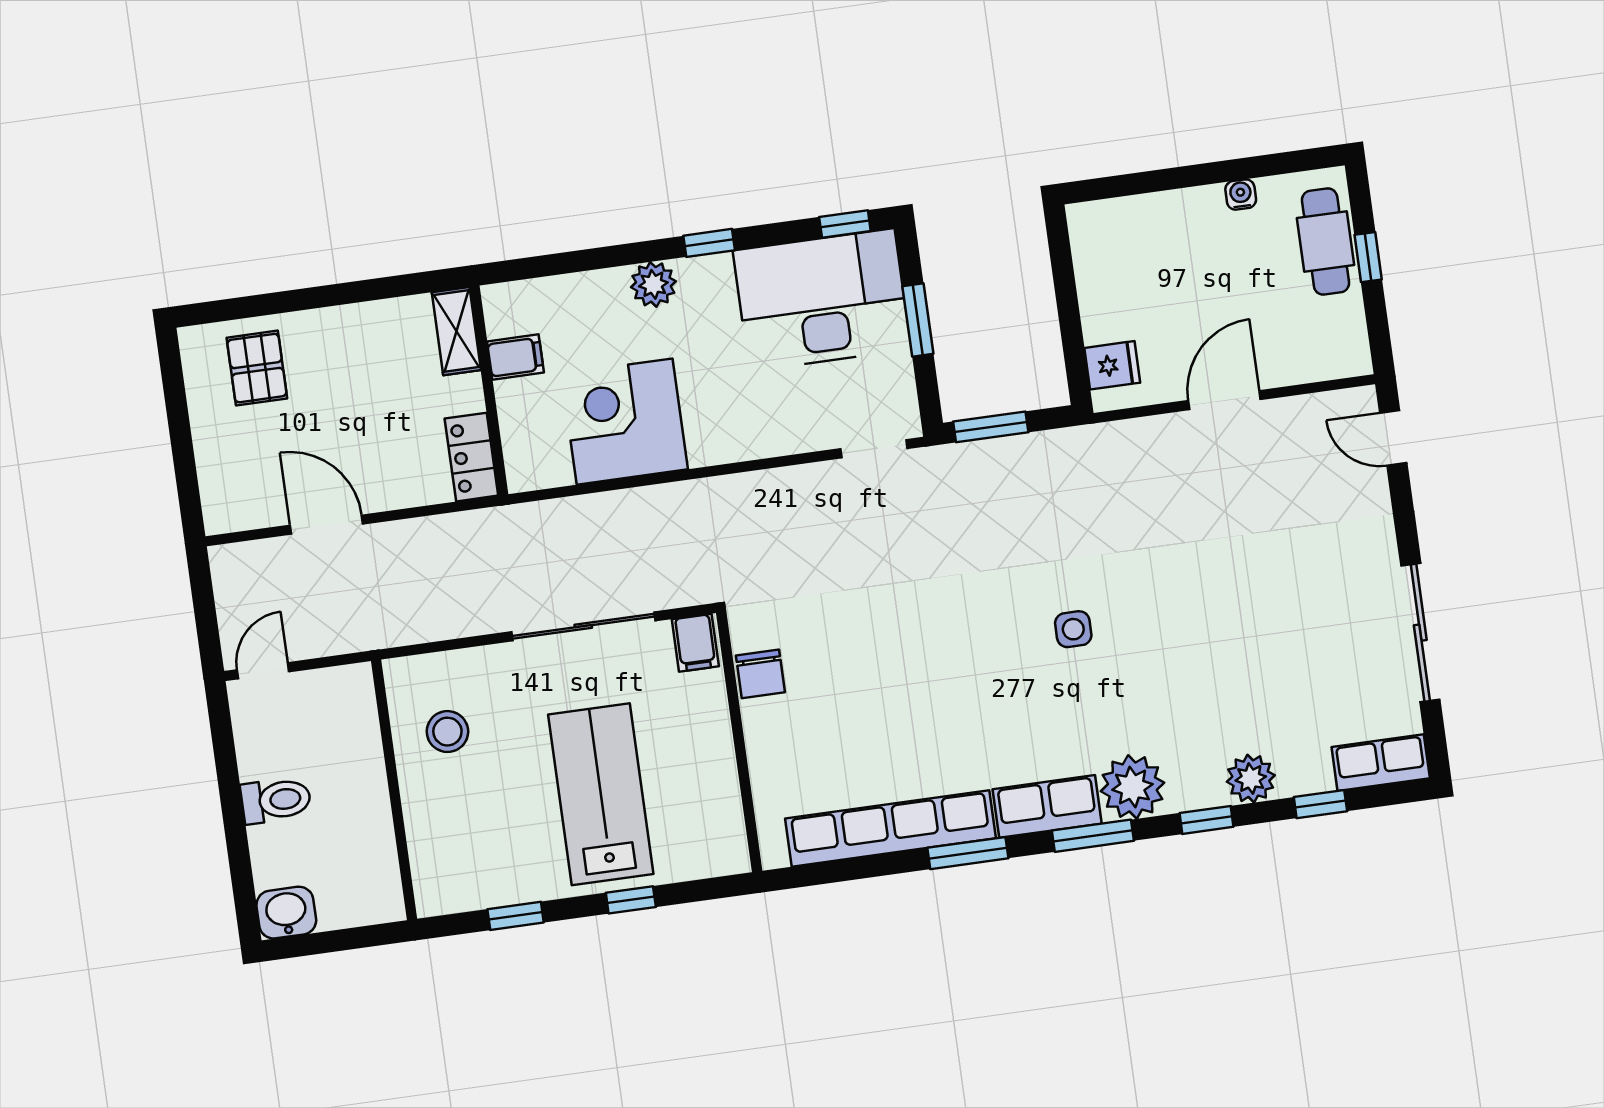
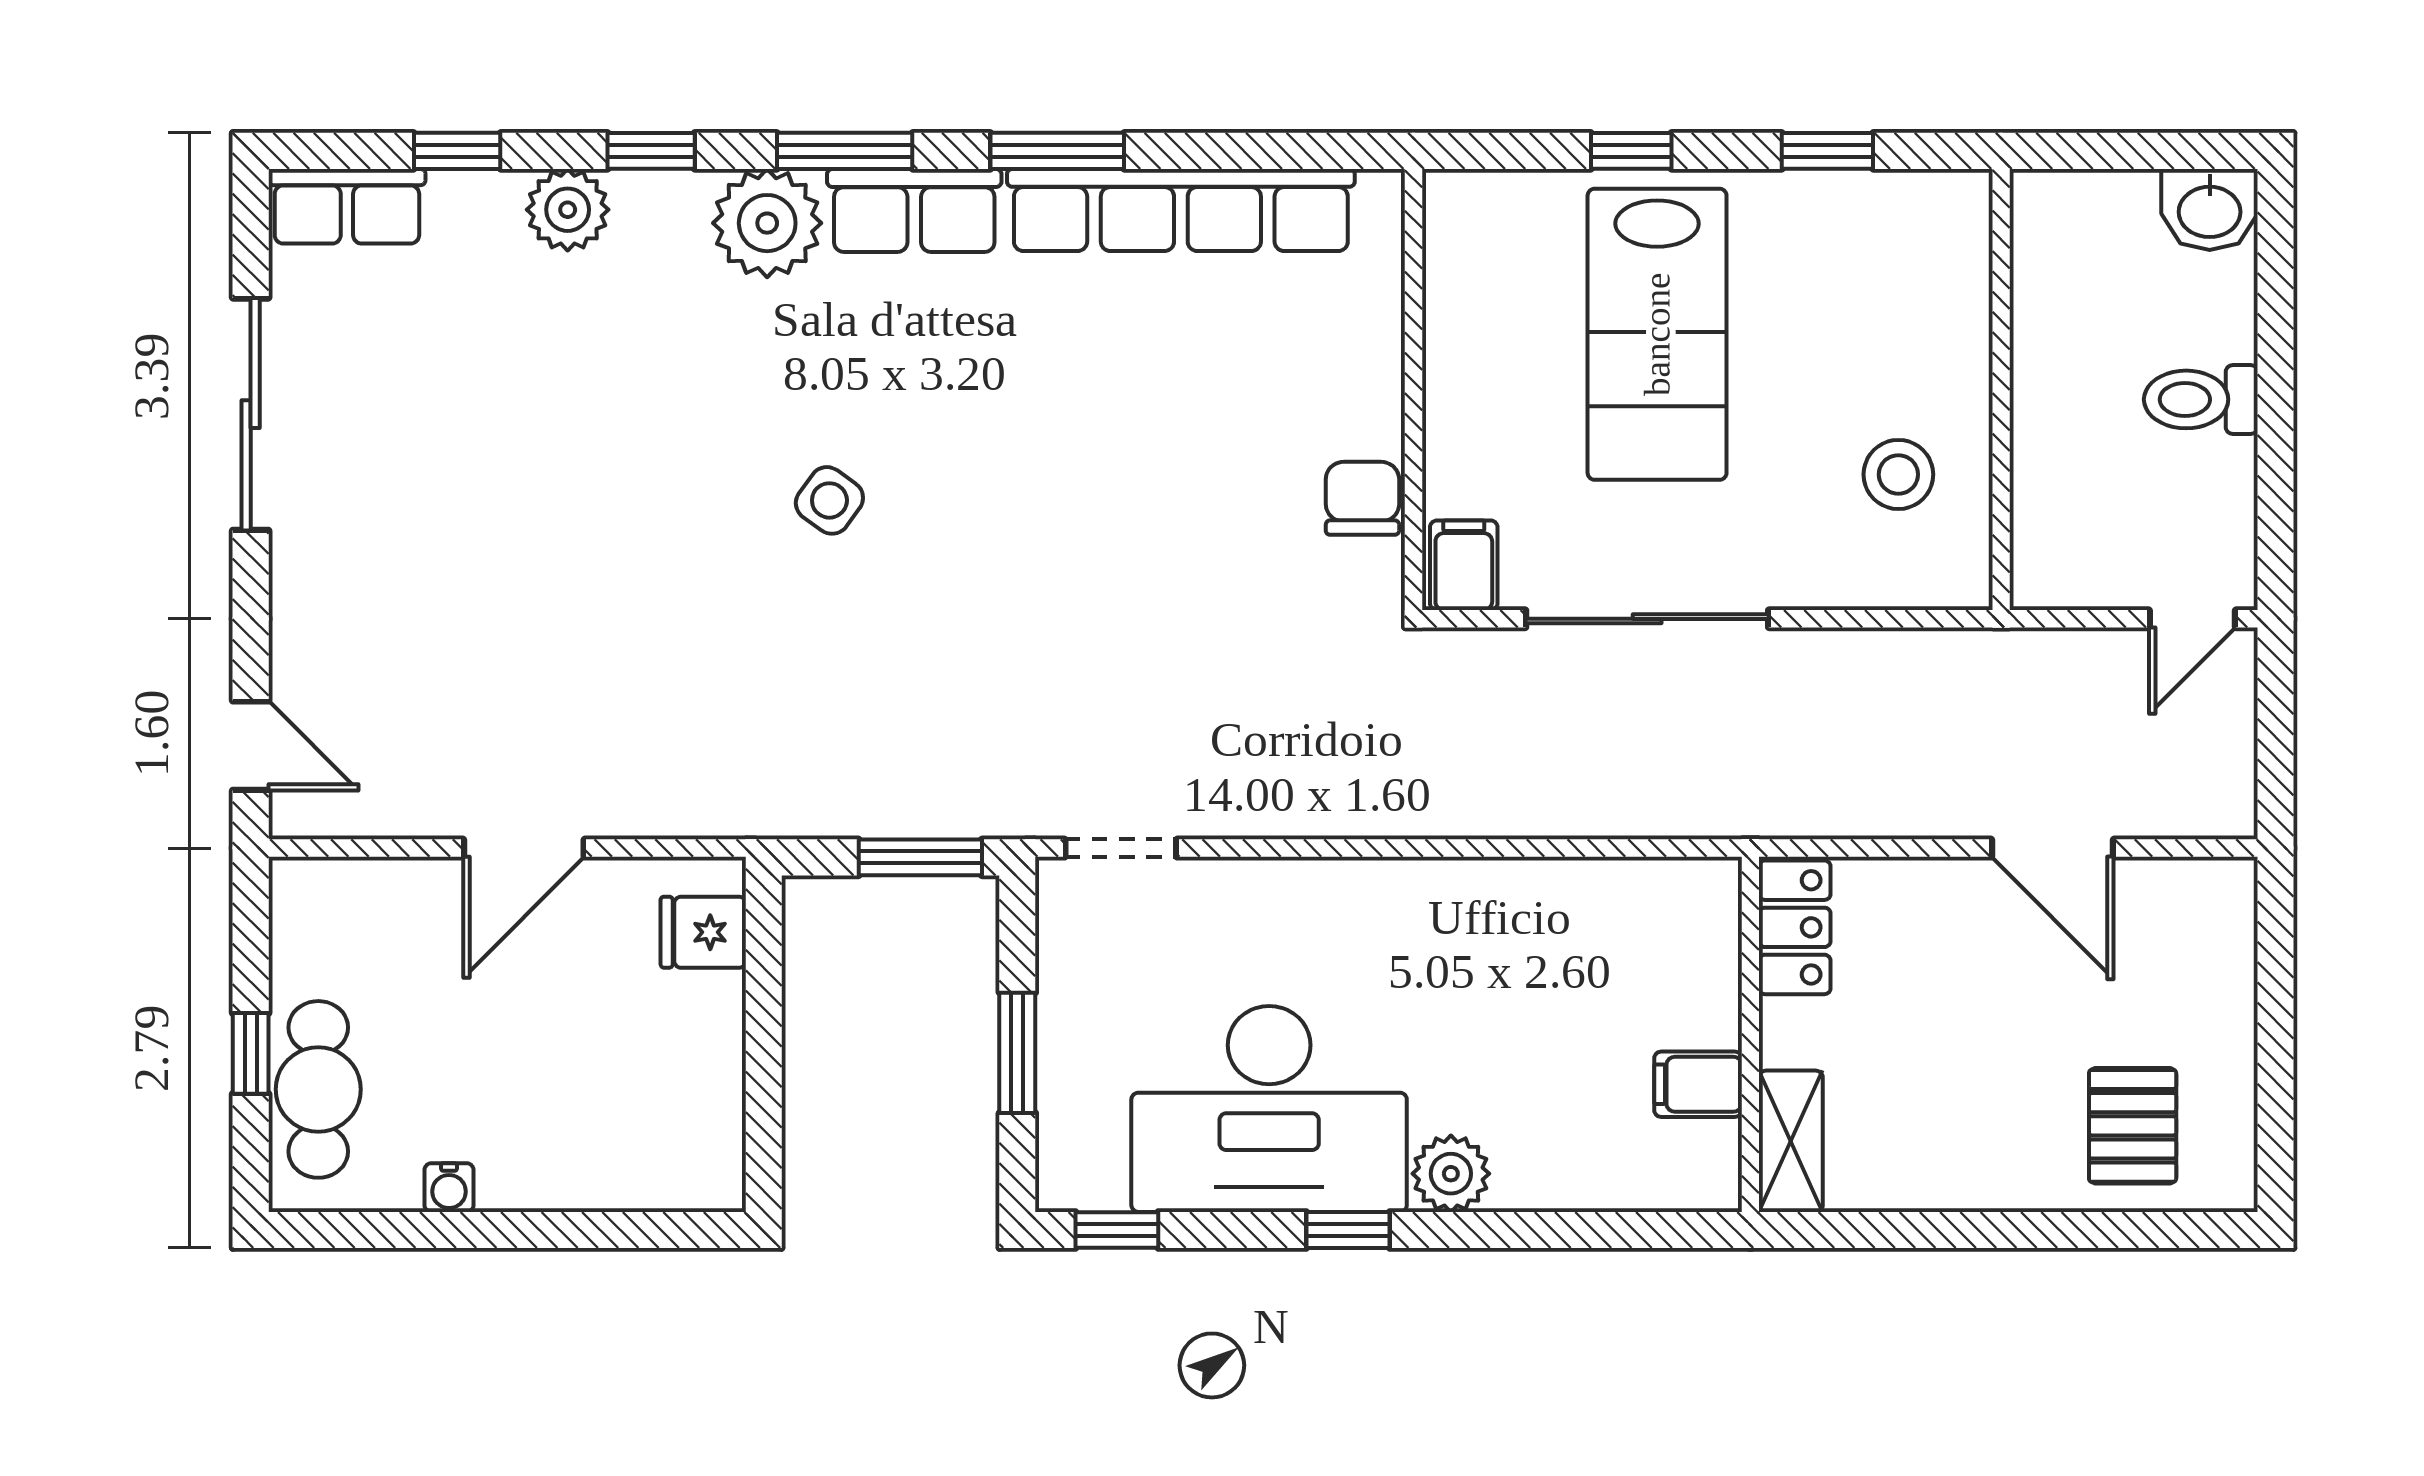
desk: (822, 300) -> (1269, 1109), moved
corner desk: (625, 422) -> (1531, 951), removed
side table: (1073, 629) -> (829, 500), turned 36

